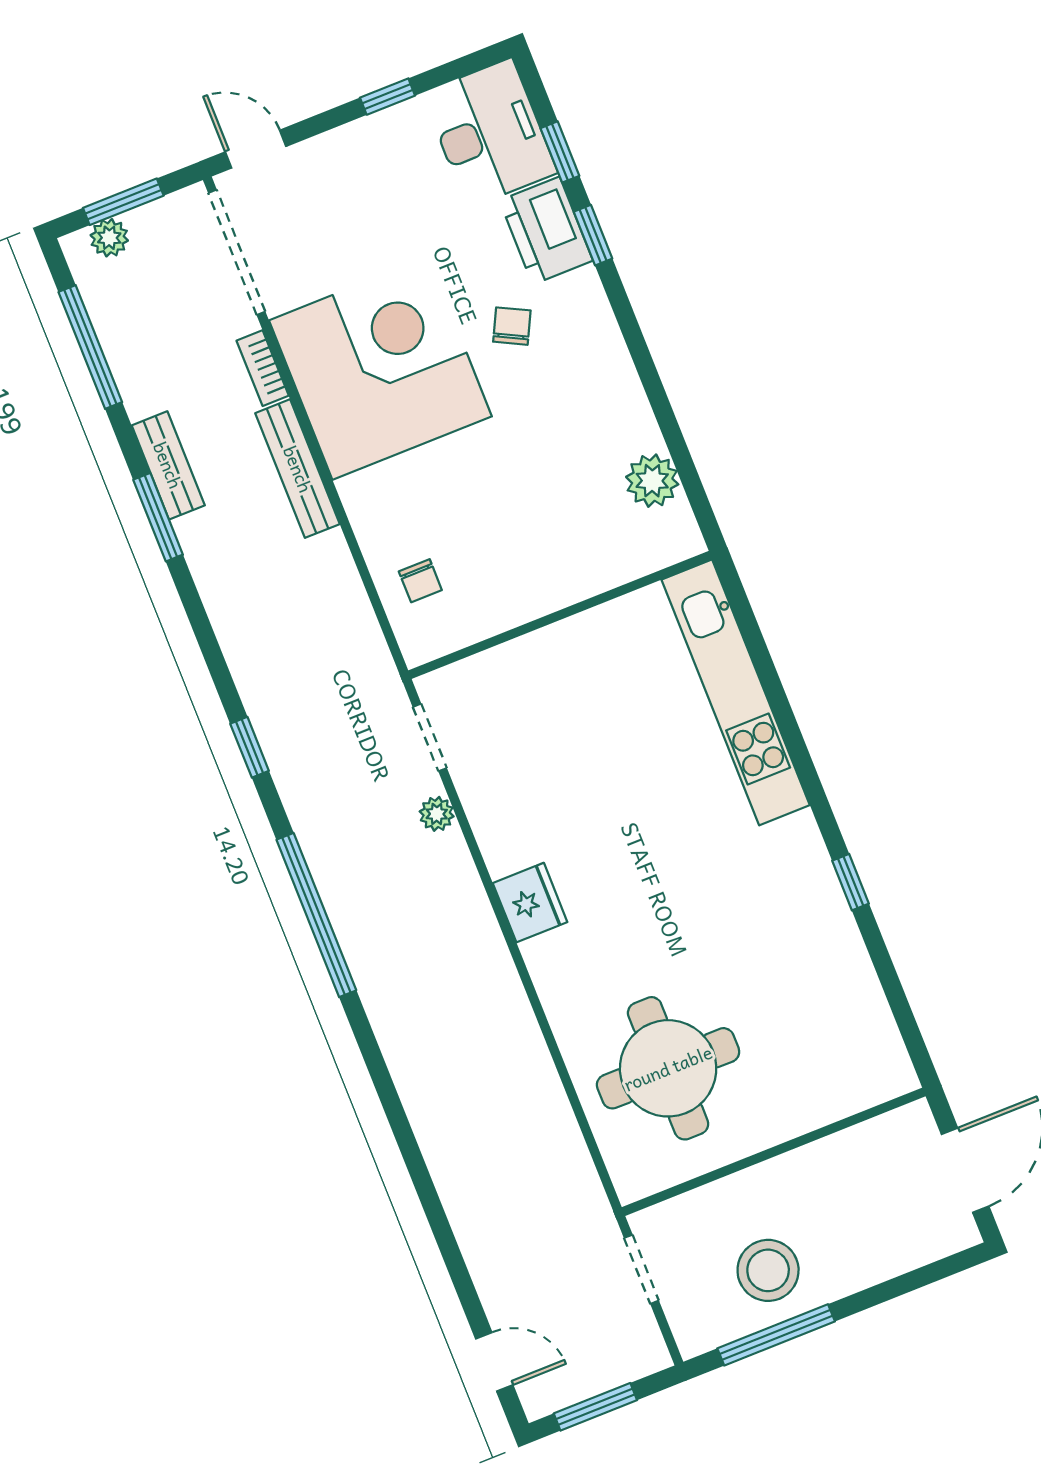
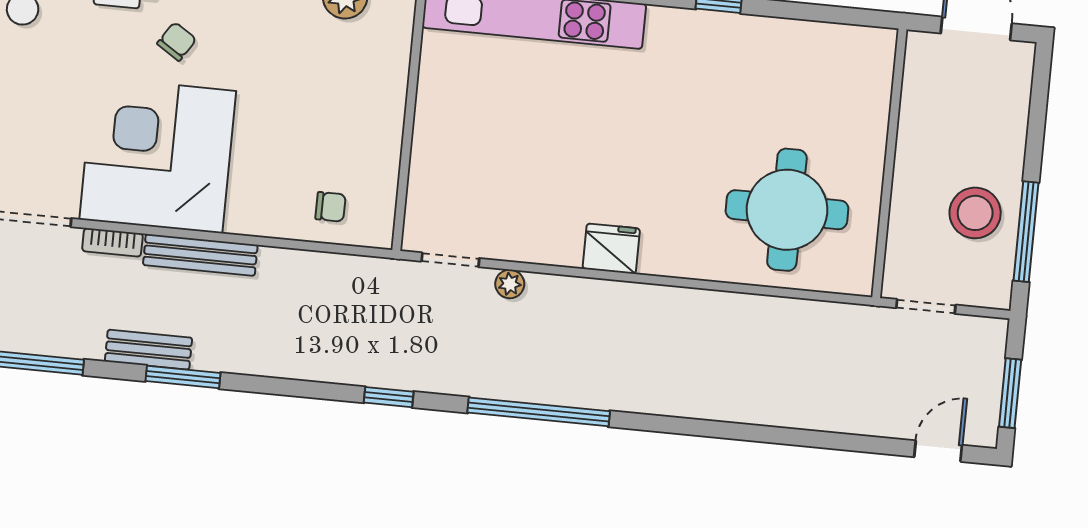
chair: (512, 326) -> (177, 41), turned 96

